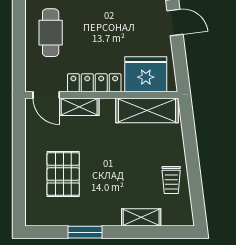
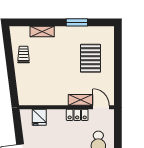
fridge: (146, 74) -> (39, 117), width x0.53, depth x0.75
locker: (94, 83) -> (77, 115), width x0.66
shelving: (147, 110) -> (39, 98), removed

